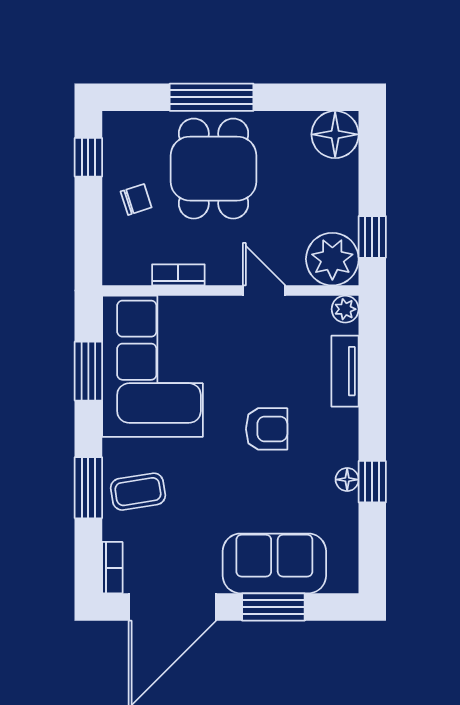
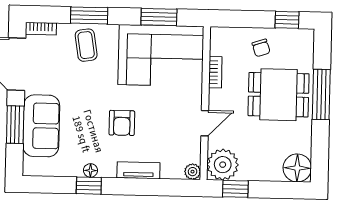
tv unit: (345, 371) -> (138, 170), moved

